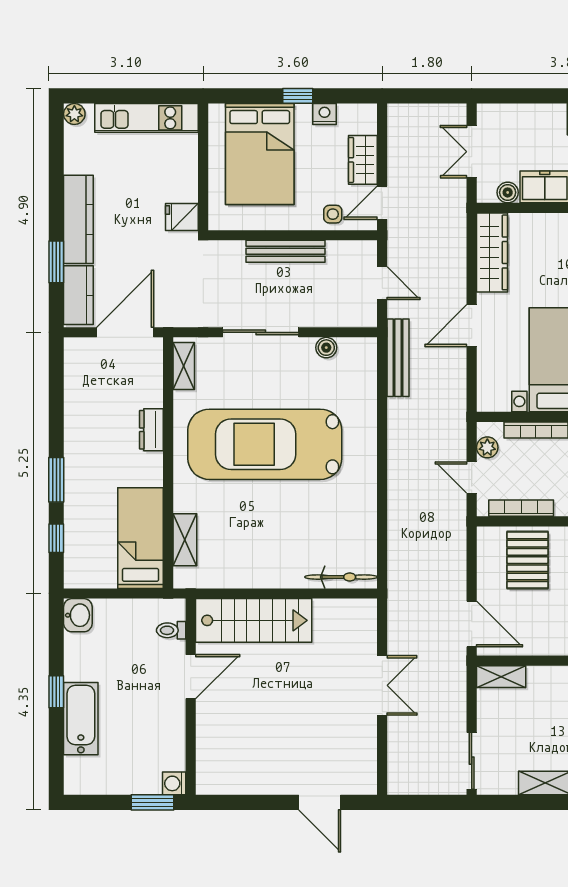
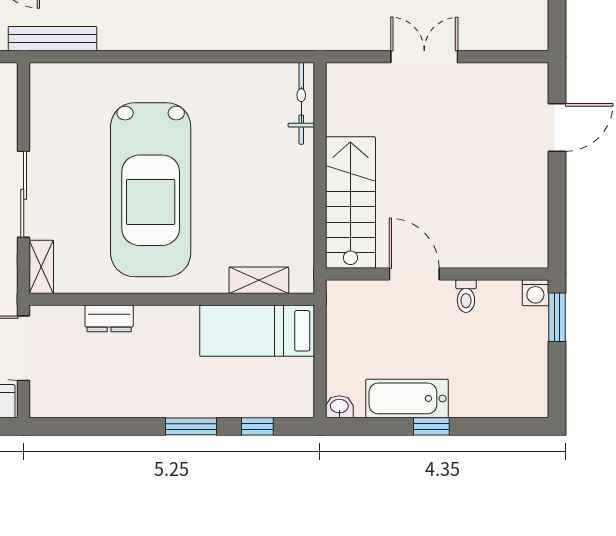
boiler: (326, 348) -> (41, 120), removed
shelving: (184, 366) -> (41, 267), moved, turned 90
dresser: (151, 430) -> (109, 318), moved
washbasin: (78, 615) -> (339, 407), width x0.72, depth x0.69
toilet: (171, 630) -> (466, 296), moved
bathtub: (81, 719) -> (407, 398), moved

